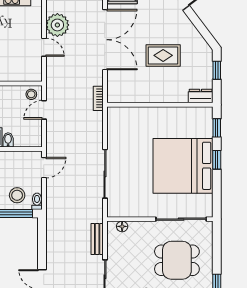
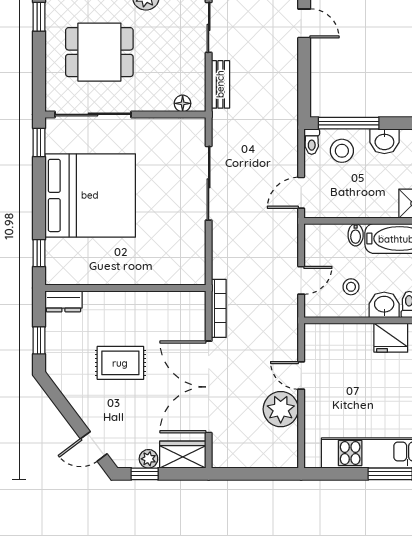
stool: (31, 94) -> (351, 287), moved
bookcase: (98, 98) -> (219, 308), width x1.56
window: (217, 160) -> (39, 143), moved

